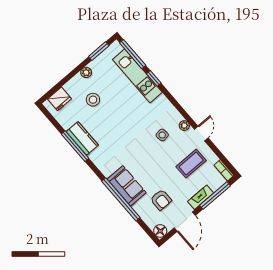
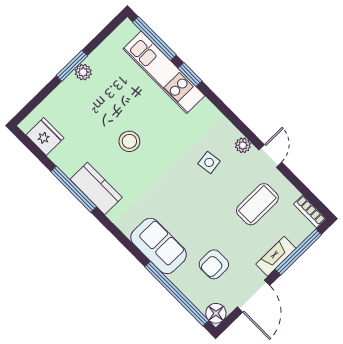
window: (99, 51) -> (72, 66), moved
fridge: (60, 99) -> (45, 136), moved, turned -90
stool: (93, 100) -> (129, 141), moved
kitchen counter: (82, 138) -> (96, 188), moved
window: (121, 199) -> (177, 294), moved
armchair: (161, 200) -> (214, 264), turned 90

